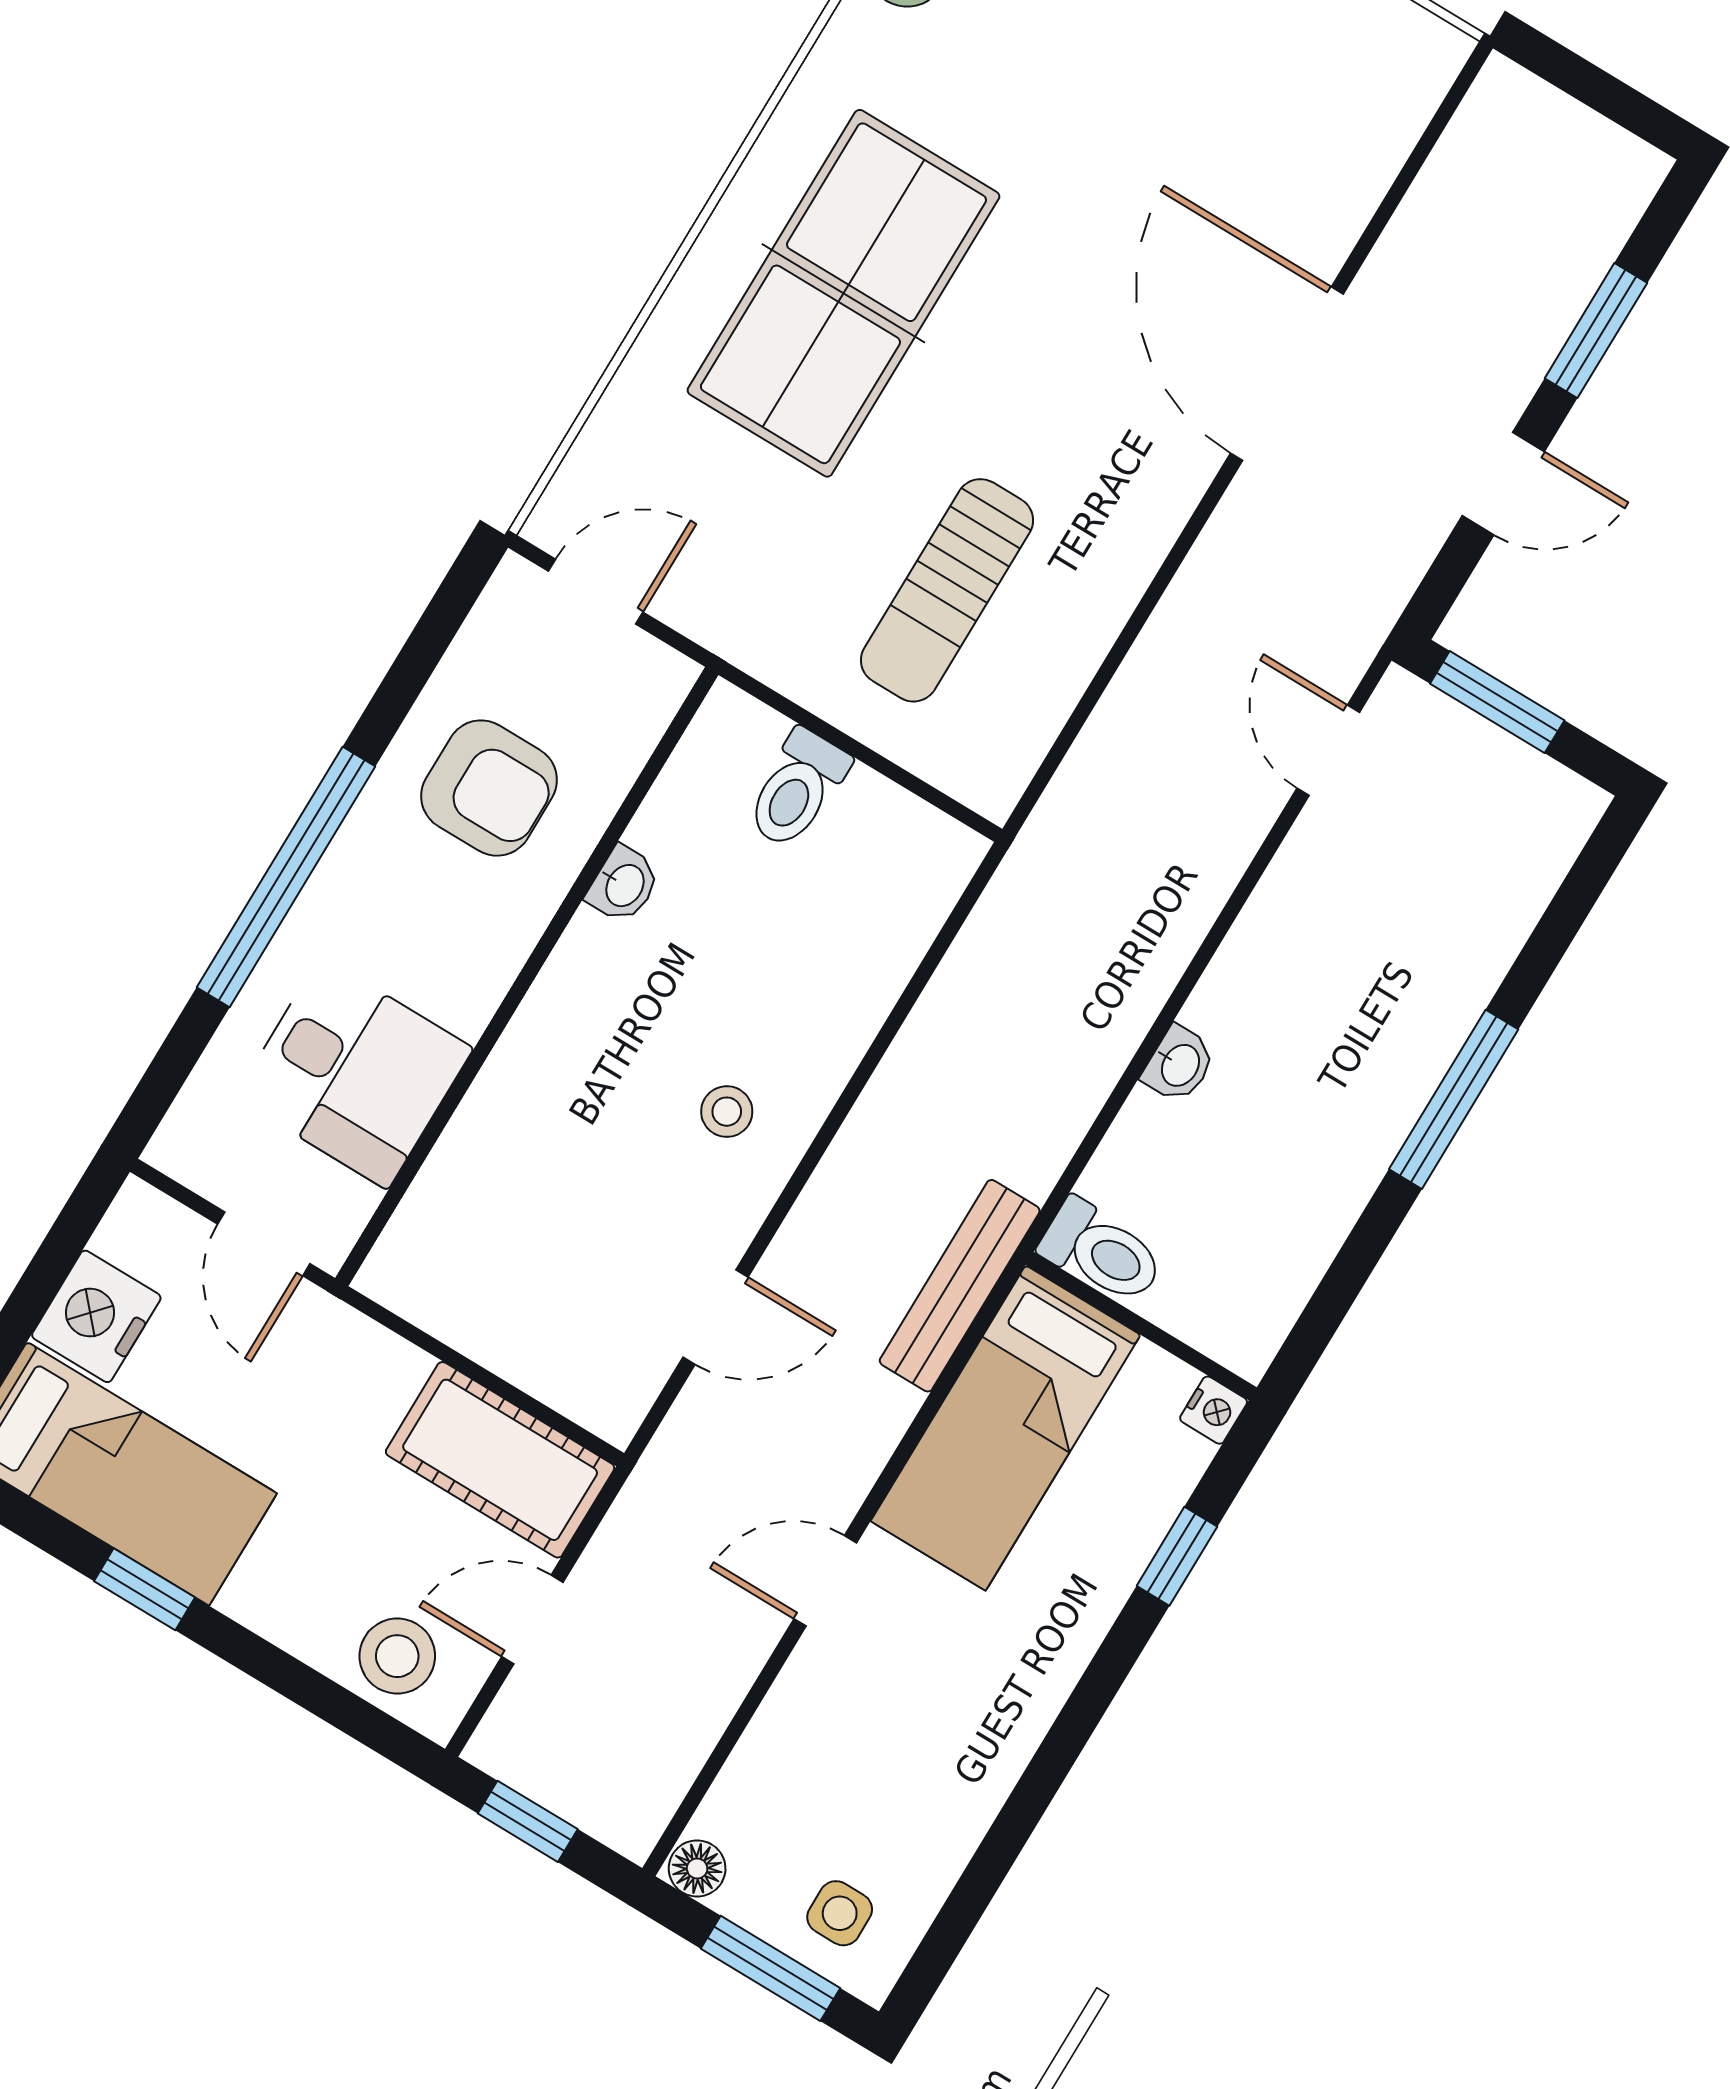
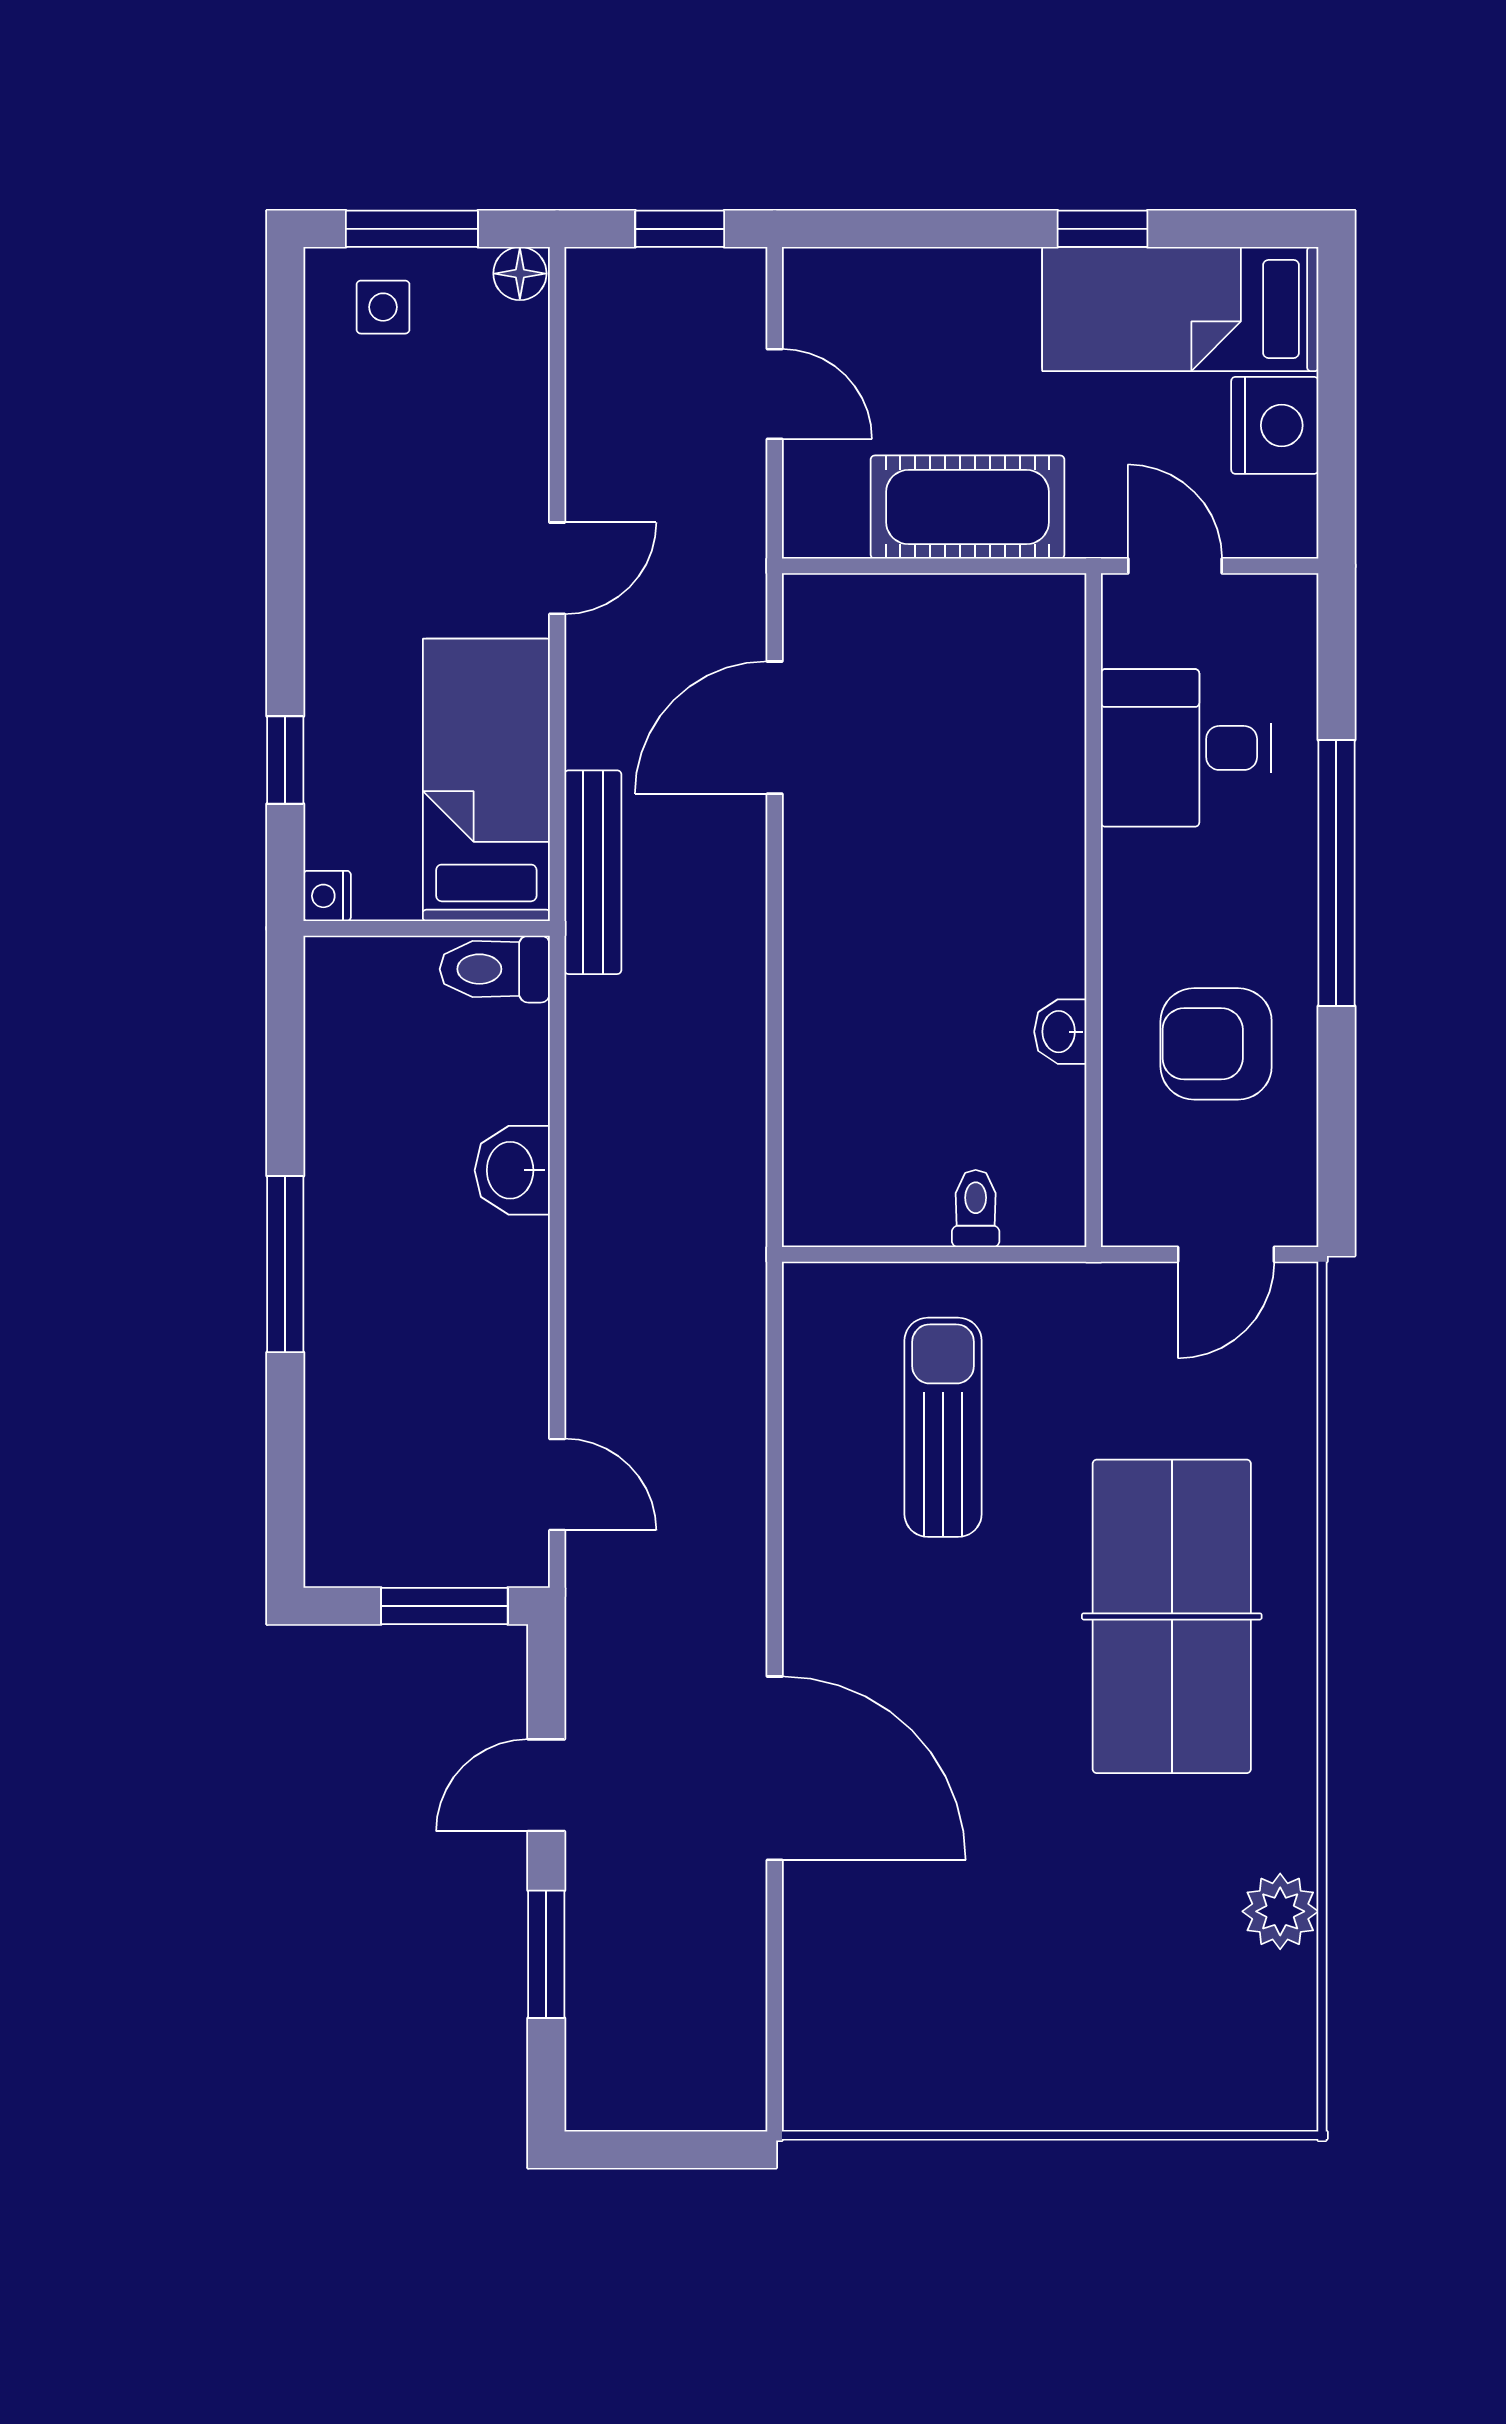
toilet: (797, 789) -> (976, 1209), width x0.73, depth x0.72
washbasin: (1179, 1065) -> (512, 1170), width x1.38, depth x1.45
stool: (727, 1112) -> (866, 899), removed
door: (716, 1317) -> (775, 728), width x1.38
cot: (500, 1460) -> (968, 507), moved
door: (532, 1619) -> (775, 394), hinge flipped
stool: (397, 1656) -> (866, 298), removed

